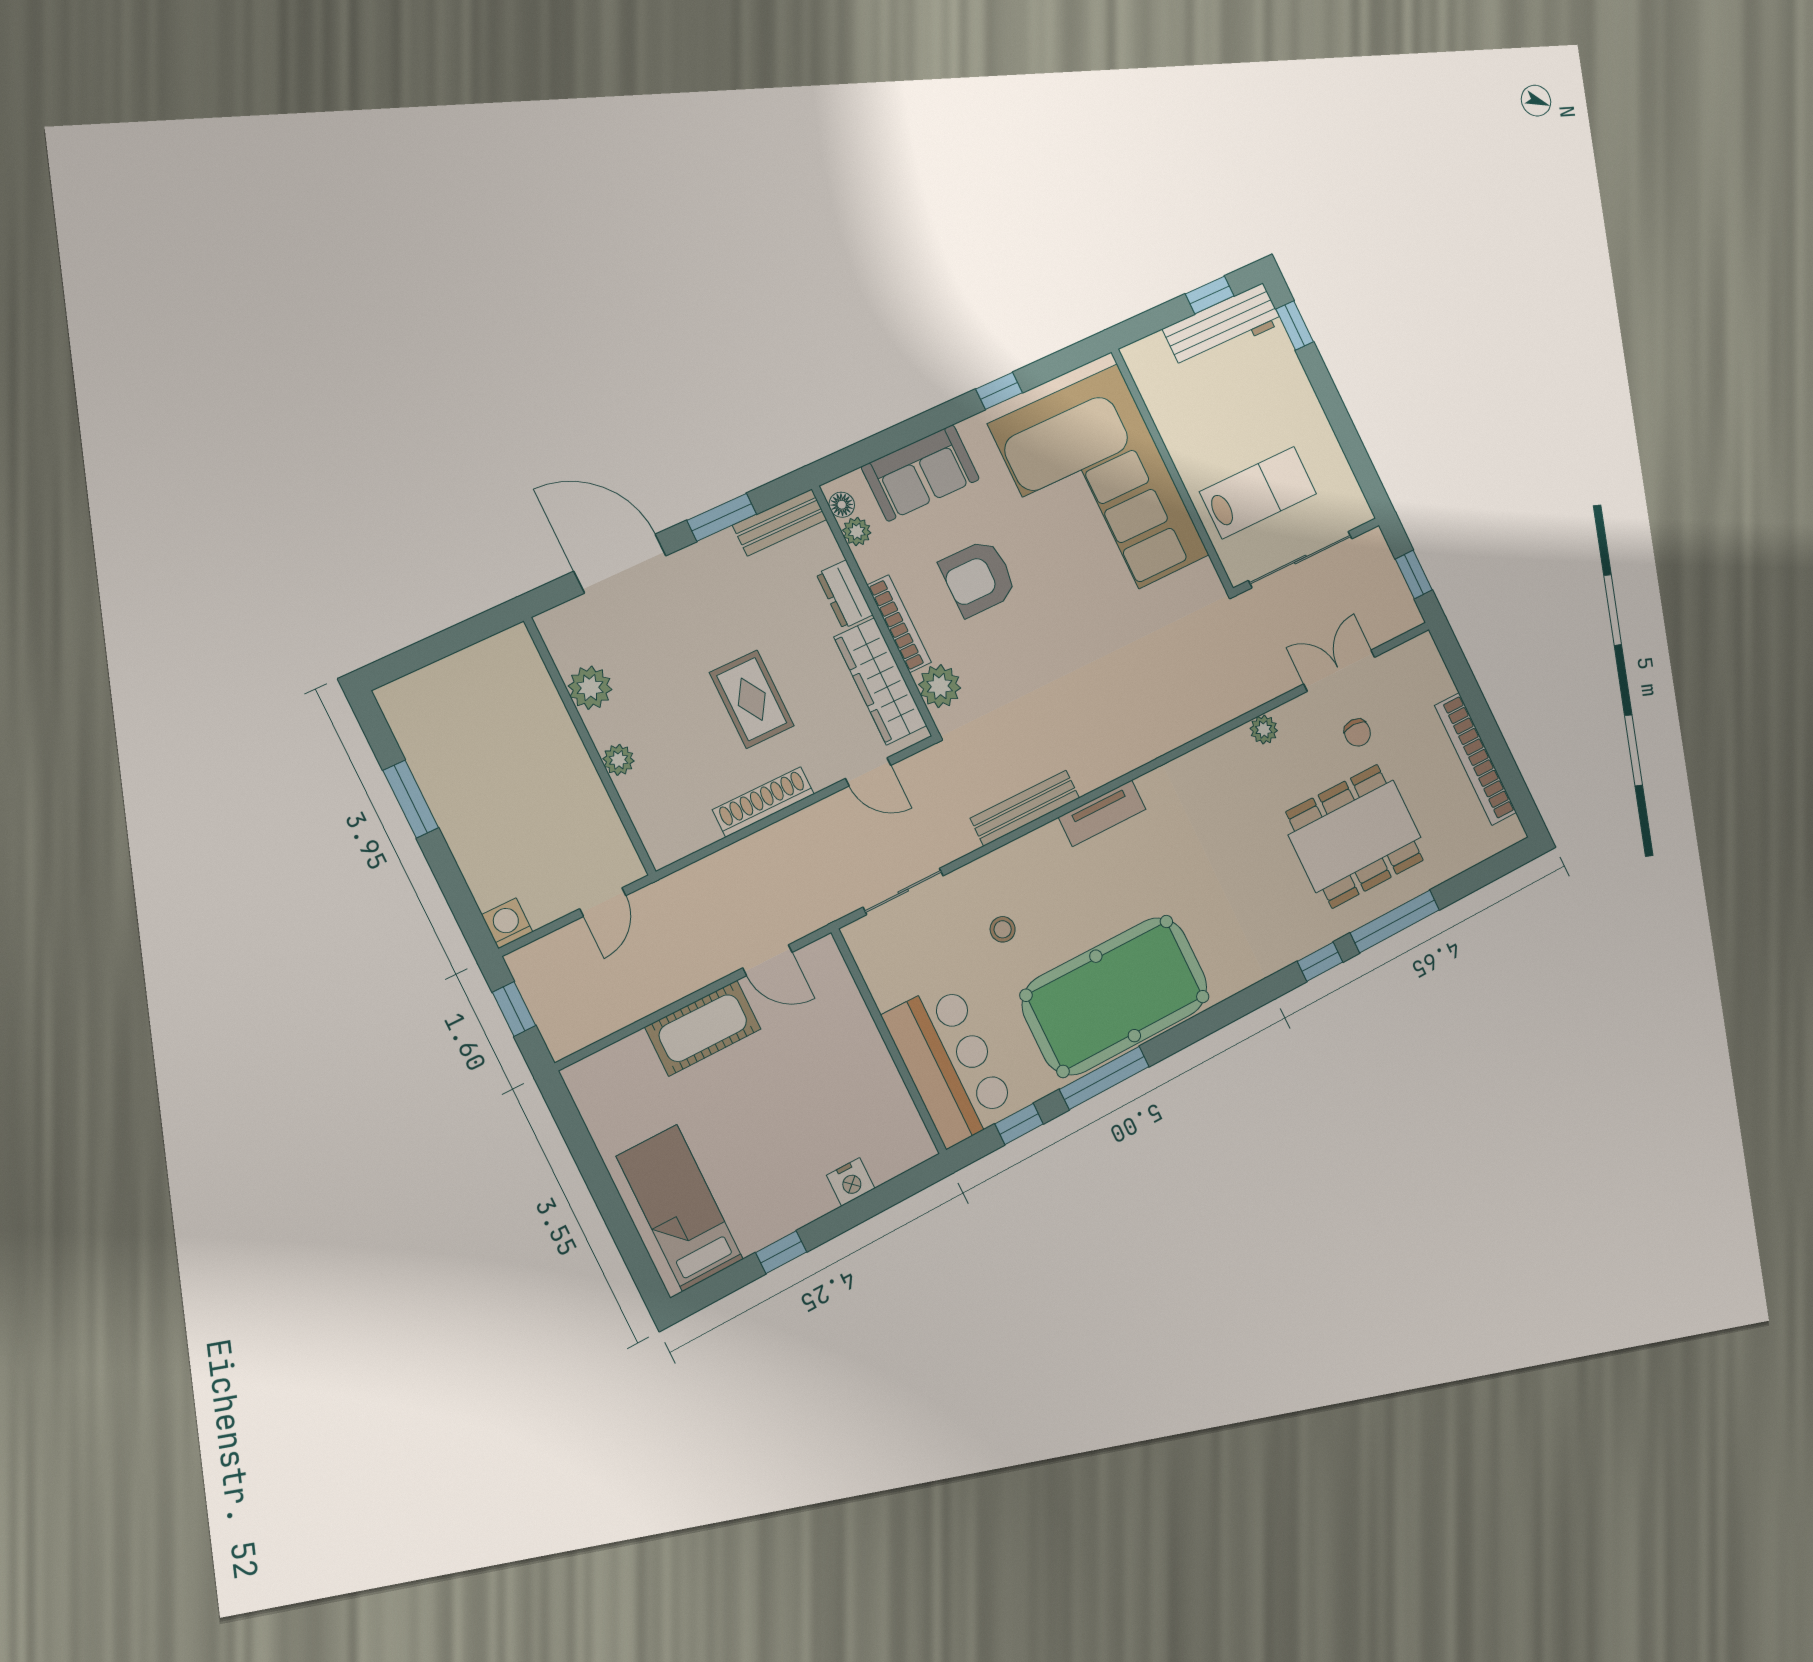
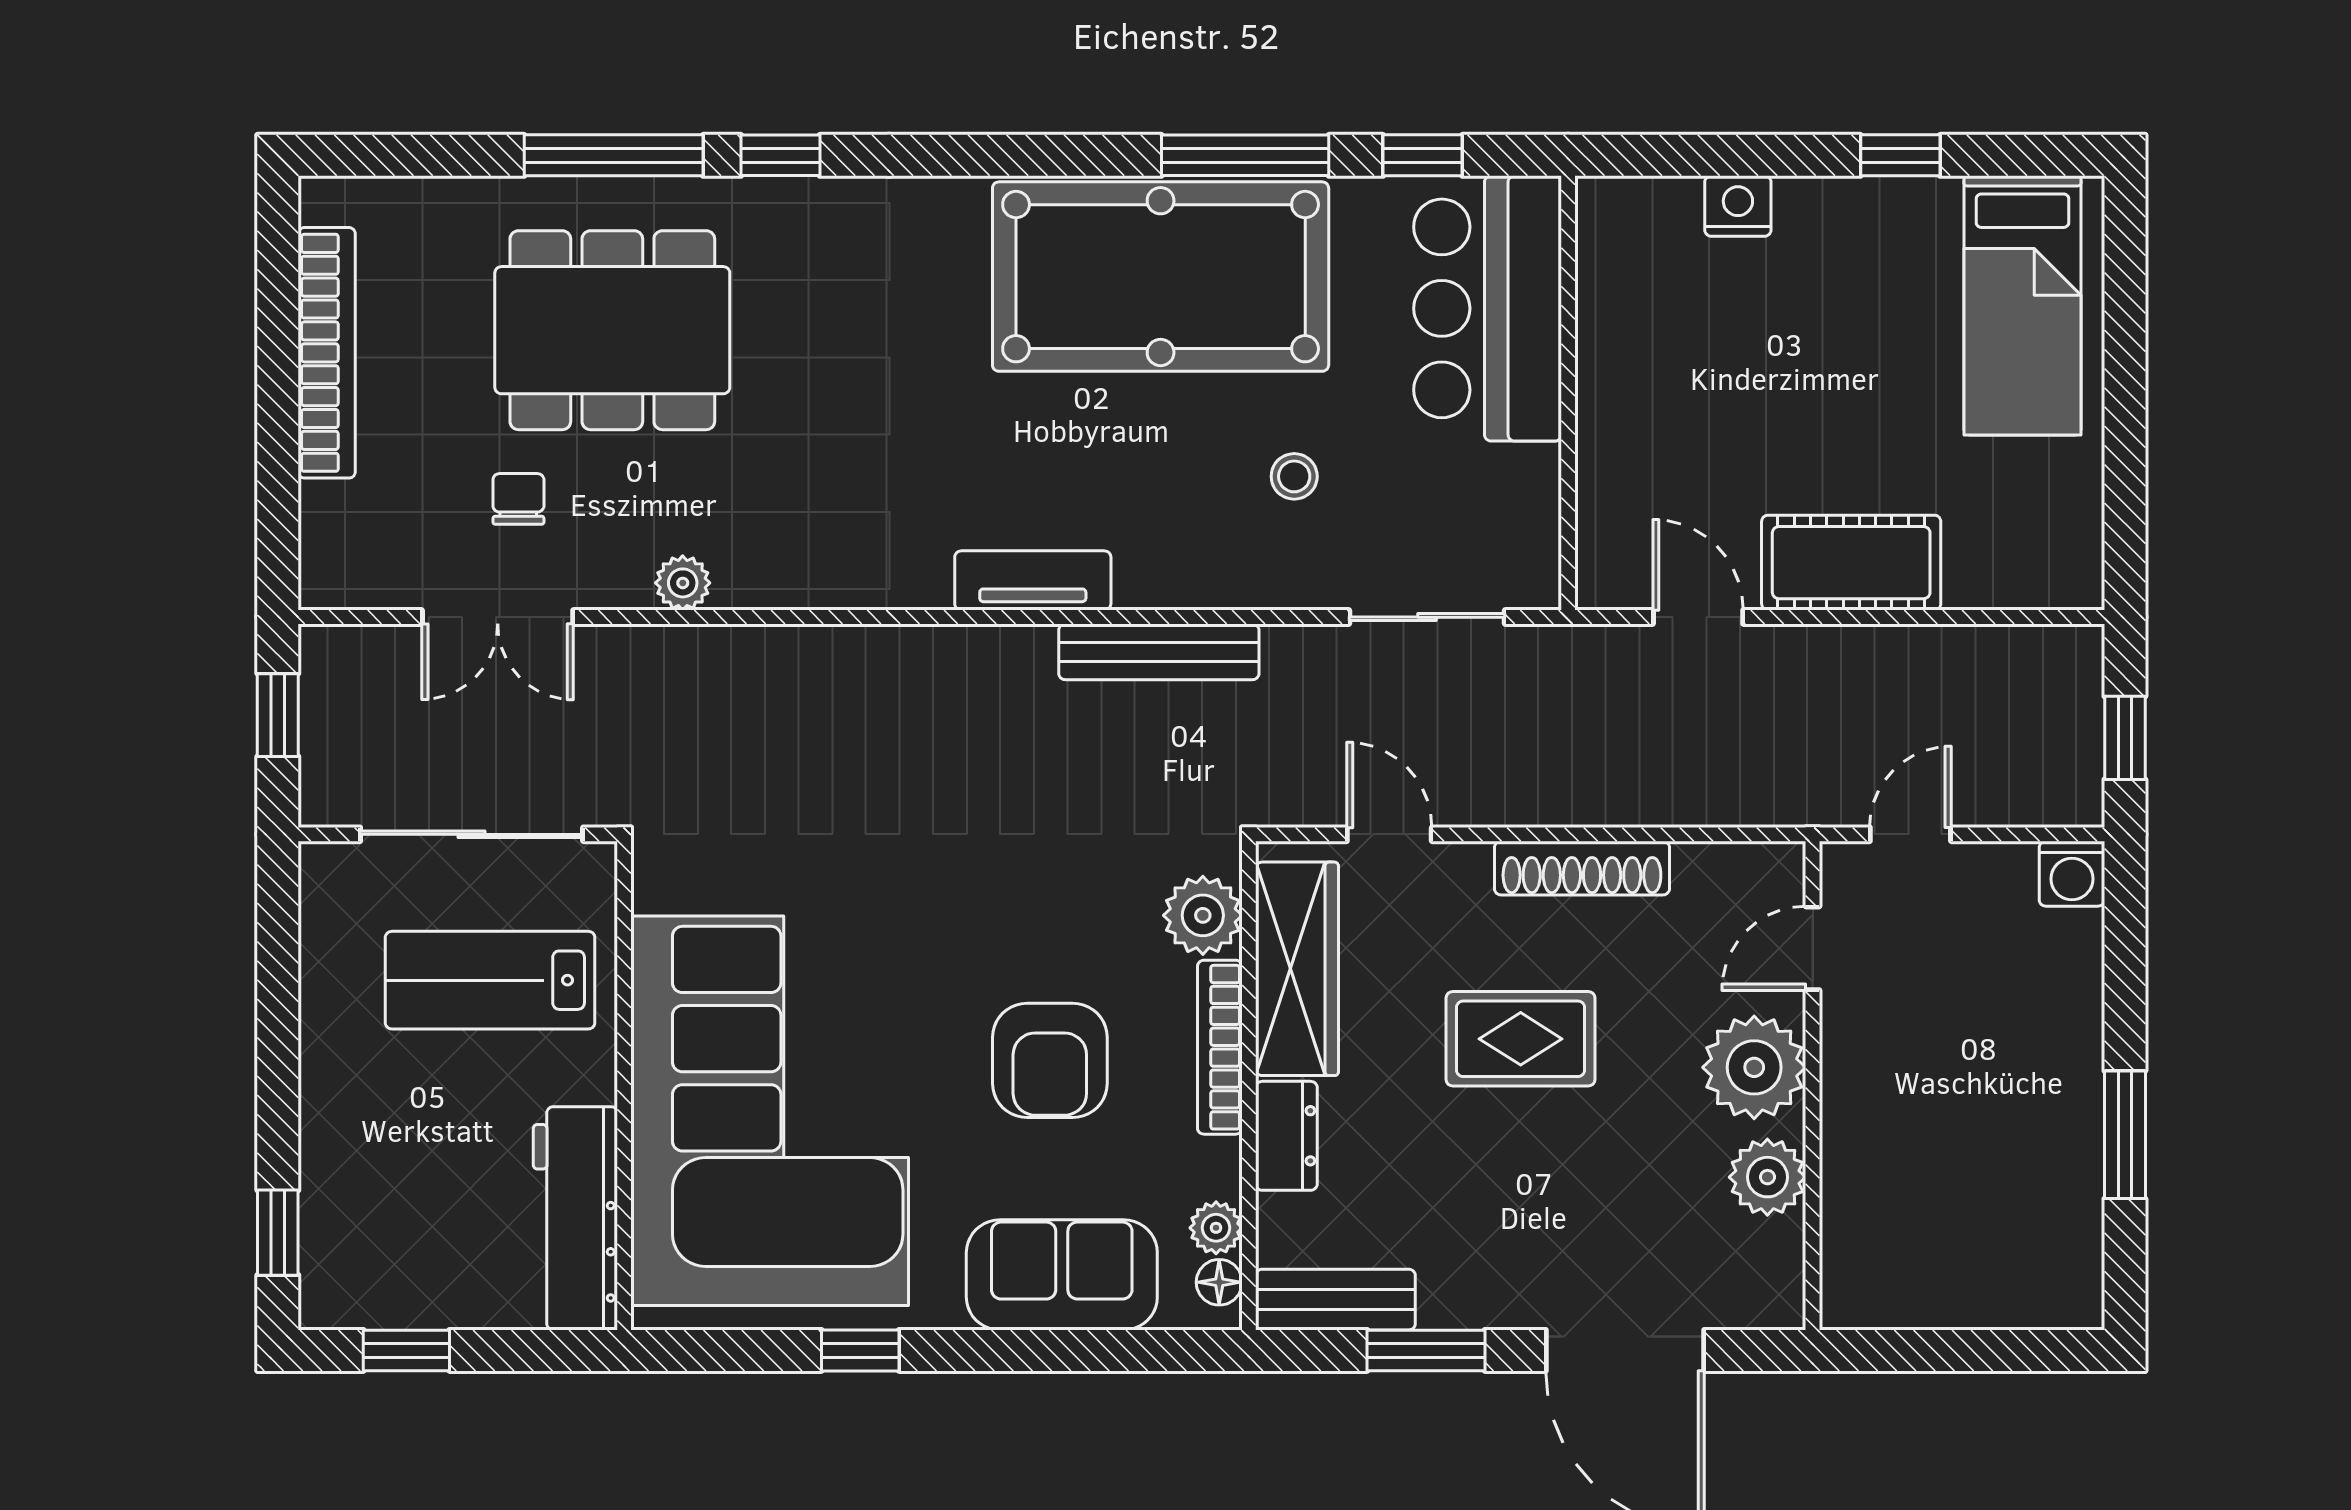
workbench: (1222, 326) -> (575, 1218), moved, turned -90
armchair: (978, 578) -> (1050, 1060), turned 90
rug: (752, 699) -> (1521, 1039), turned 90
plant: (618, 760) -> (1754, 1067), width x1.88, depth x1.88
door: (625, 818) -> (1813, 948), added

